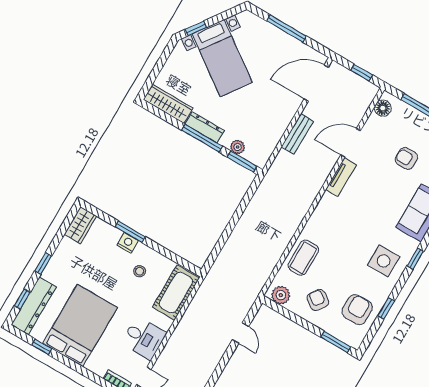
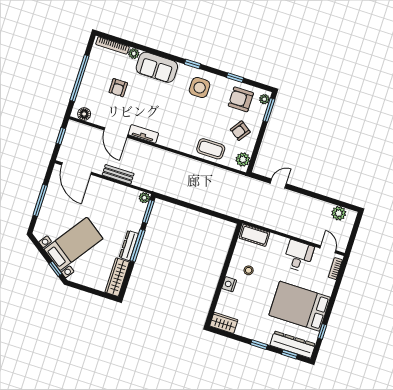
plant: (238, 147) -> (144, 198), moved
window: (130, 232) -> (220, 284), removed
cot: (176, 293) -> (254, 235), width x0.73, depth x0.75
plant: (351, 339) -> (264, 99), added

